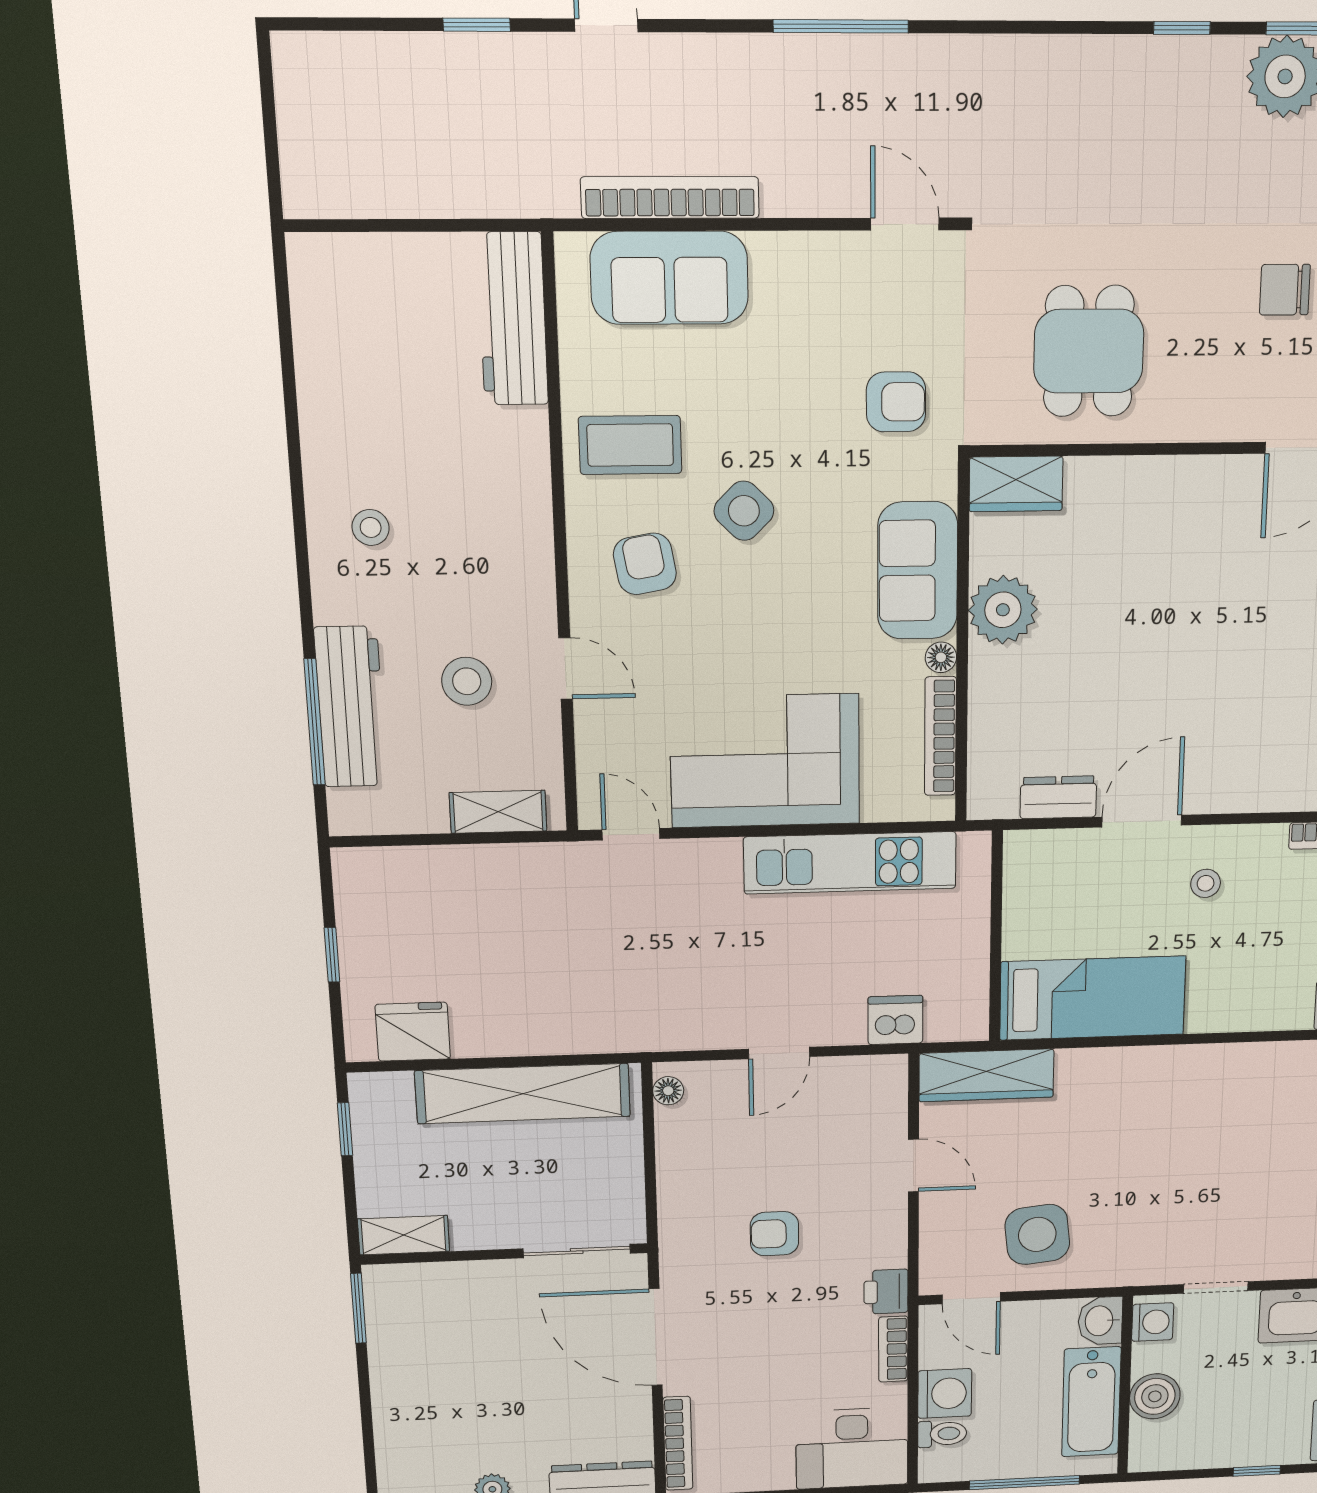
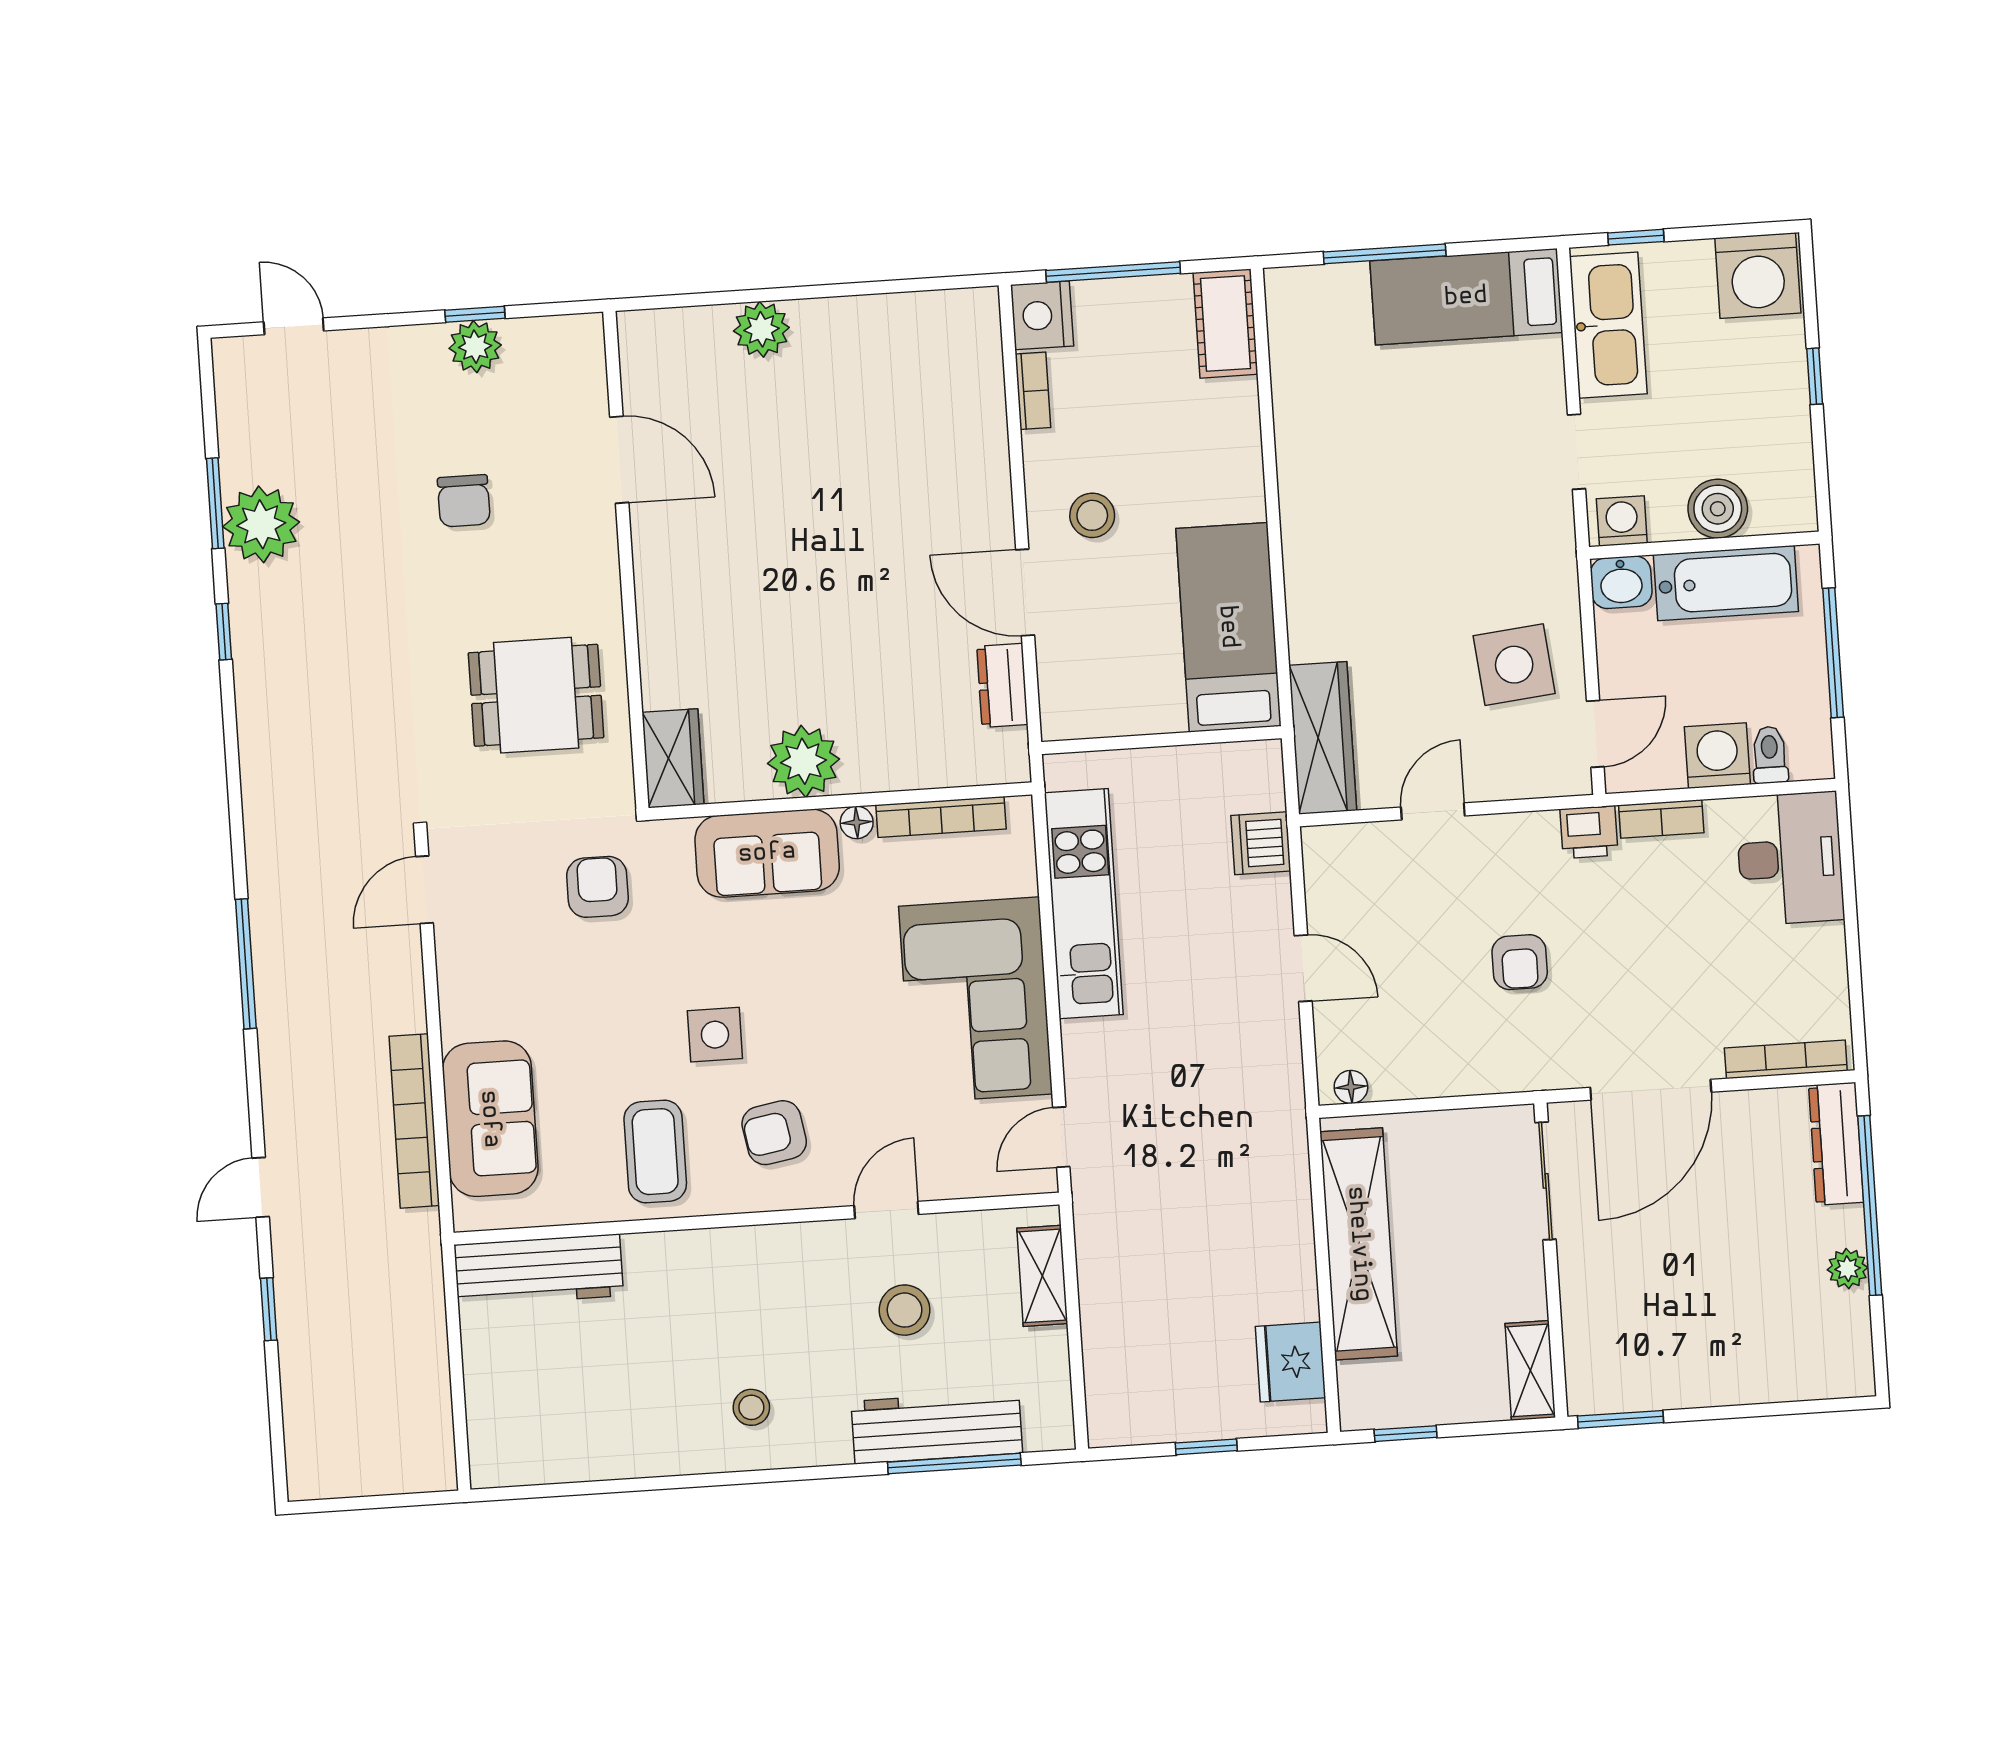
side table: (744, 511) -> (715, 1035), turned 45
stool: (1206, 883) -> (1092, 515), width x1.37, depth x1.37

